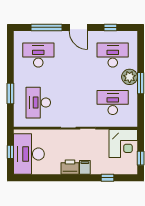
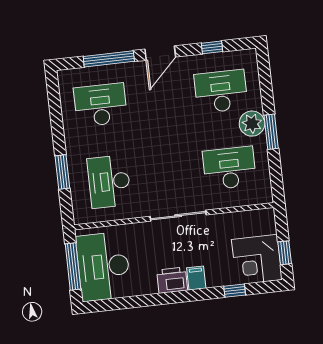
door: (78, 27) -> (160, 53), hinge flipped
corner desk: (123, 144) -> (257, 260), moved, turned 90
window: (10, 152) -> (73, 266), width x2.17

